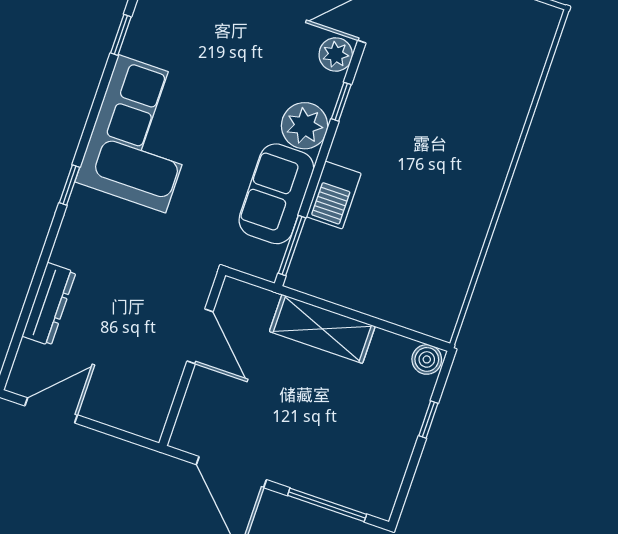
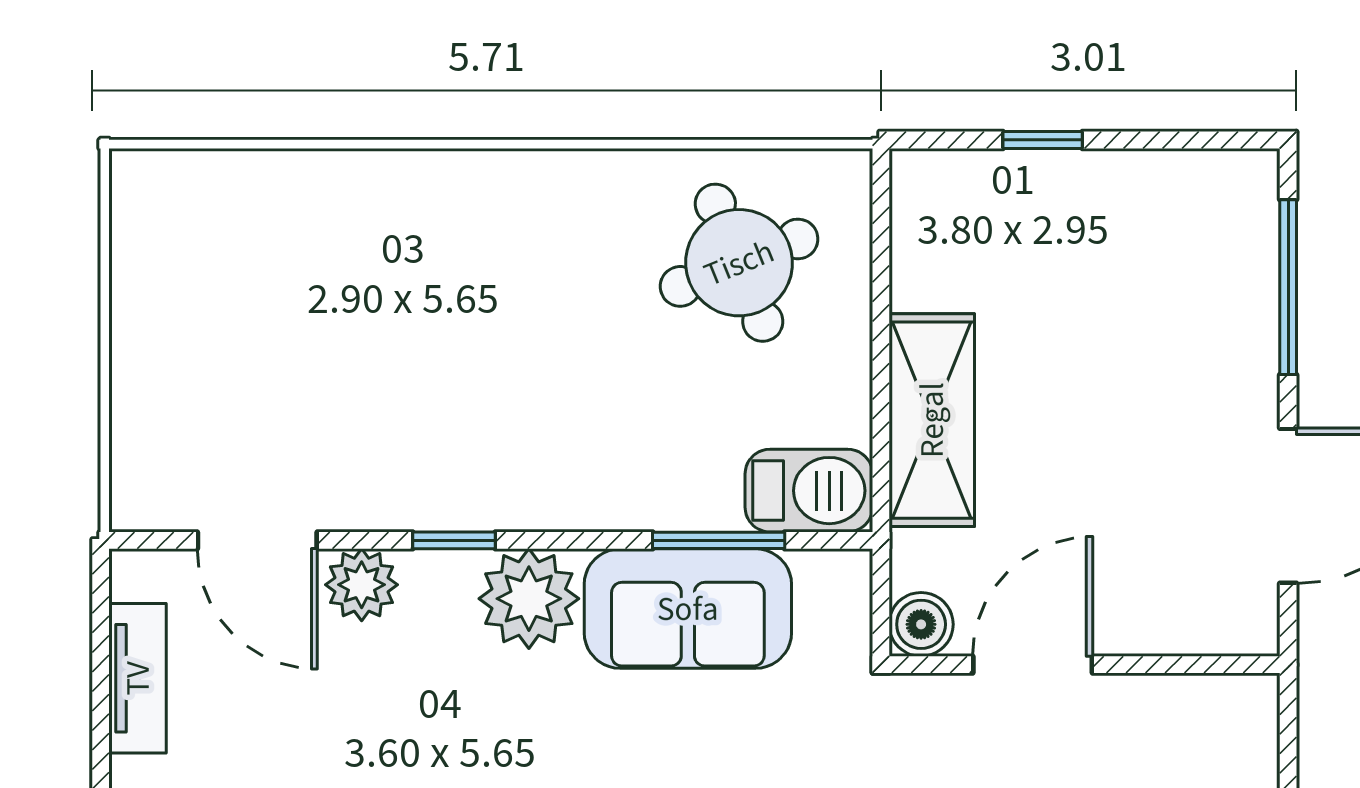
barbecue: (334, 195) -> (809, 491), moved
window: (292, 245) -> (719, 540), moved
round table: (420, 268) -> (739, 263), added
boiler: (427, 359) -> (921, 624), moved

